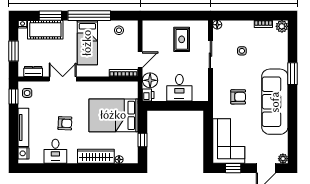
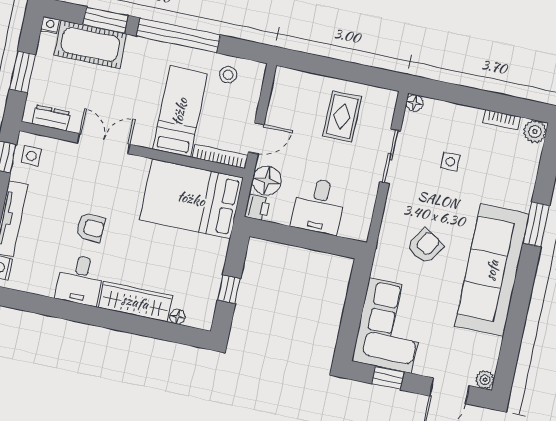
bed: (87, 43) -> (180, 112), moved, turned 180
armchair: (238, 97) -> (425, 246), turned -58
bed: (113, 115) -> (191, 199), moved
desk: (55, 151) -> (80, 280), moved

